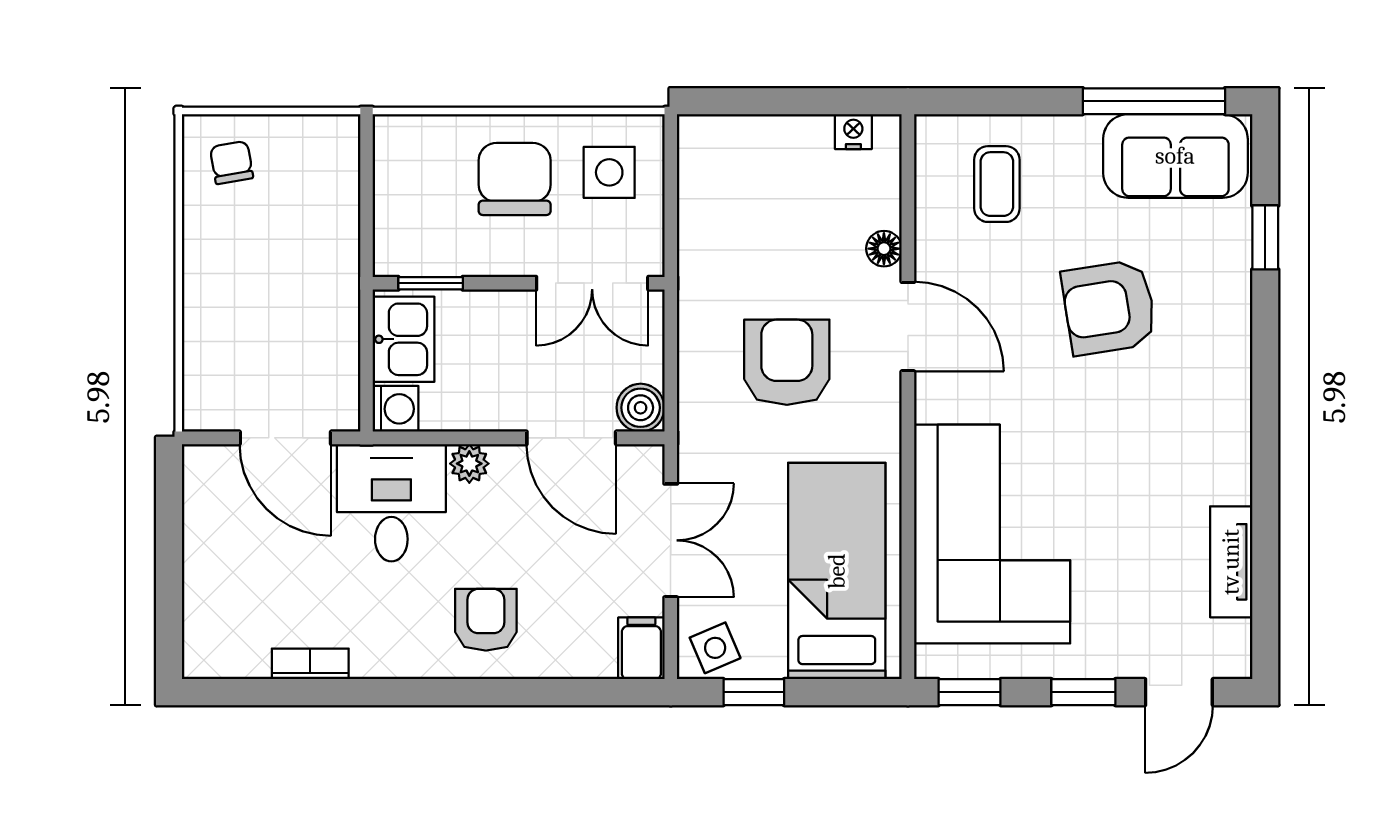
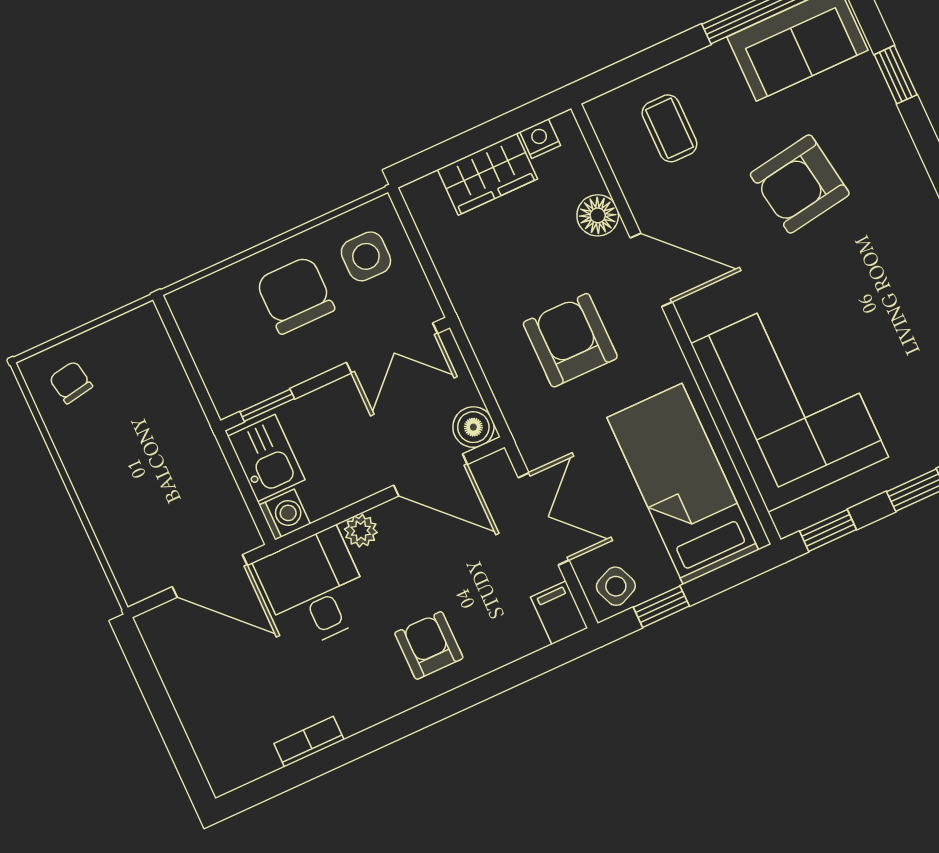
wardrobe: (779, 144) -> (487, 174), added
floor lamp: (884, 249) -> (598, 215), width x1.37, depth x1.37

